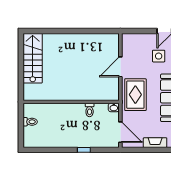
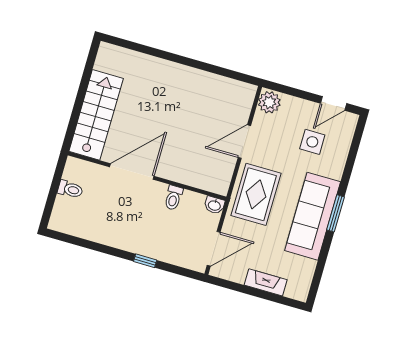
plant: (128, 41) -> (269, 102), added
stairs: (33, 58) -> (96, 115), moved
door: (62, 102) -> (132, 172), added
door: (120, 132) -> (214, 249), hinge flipped

